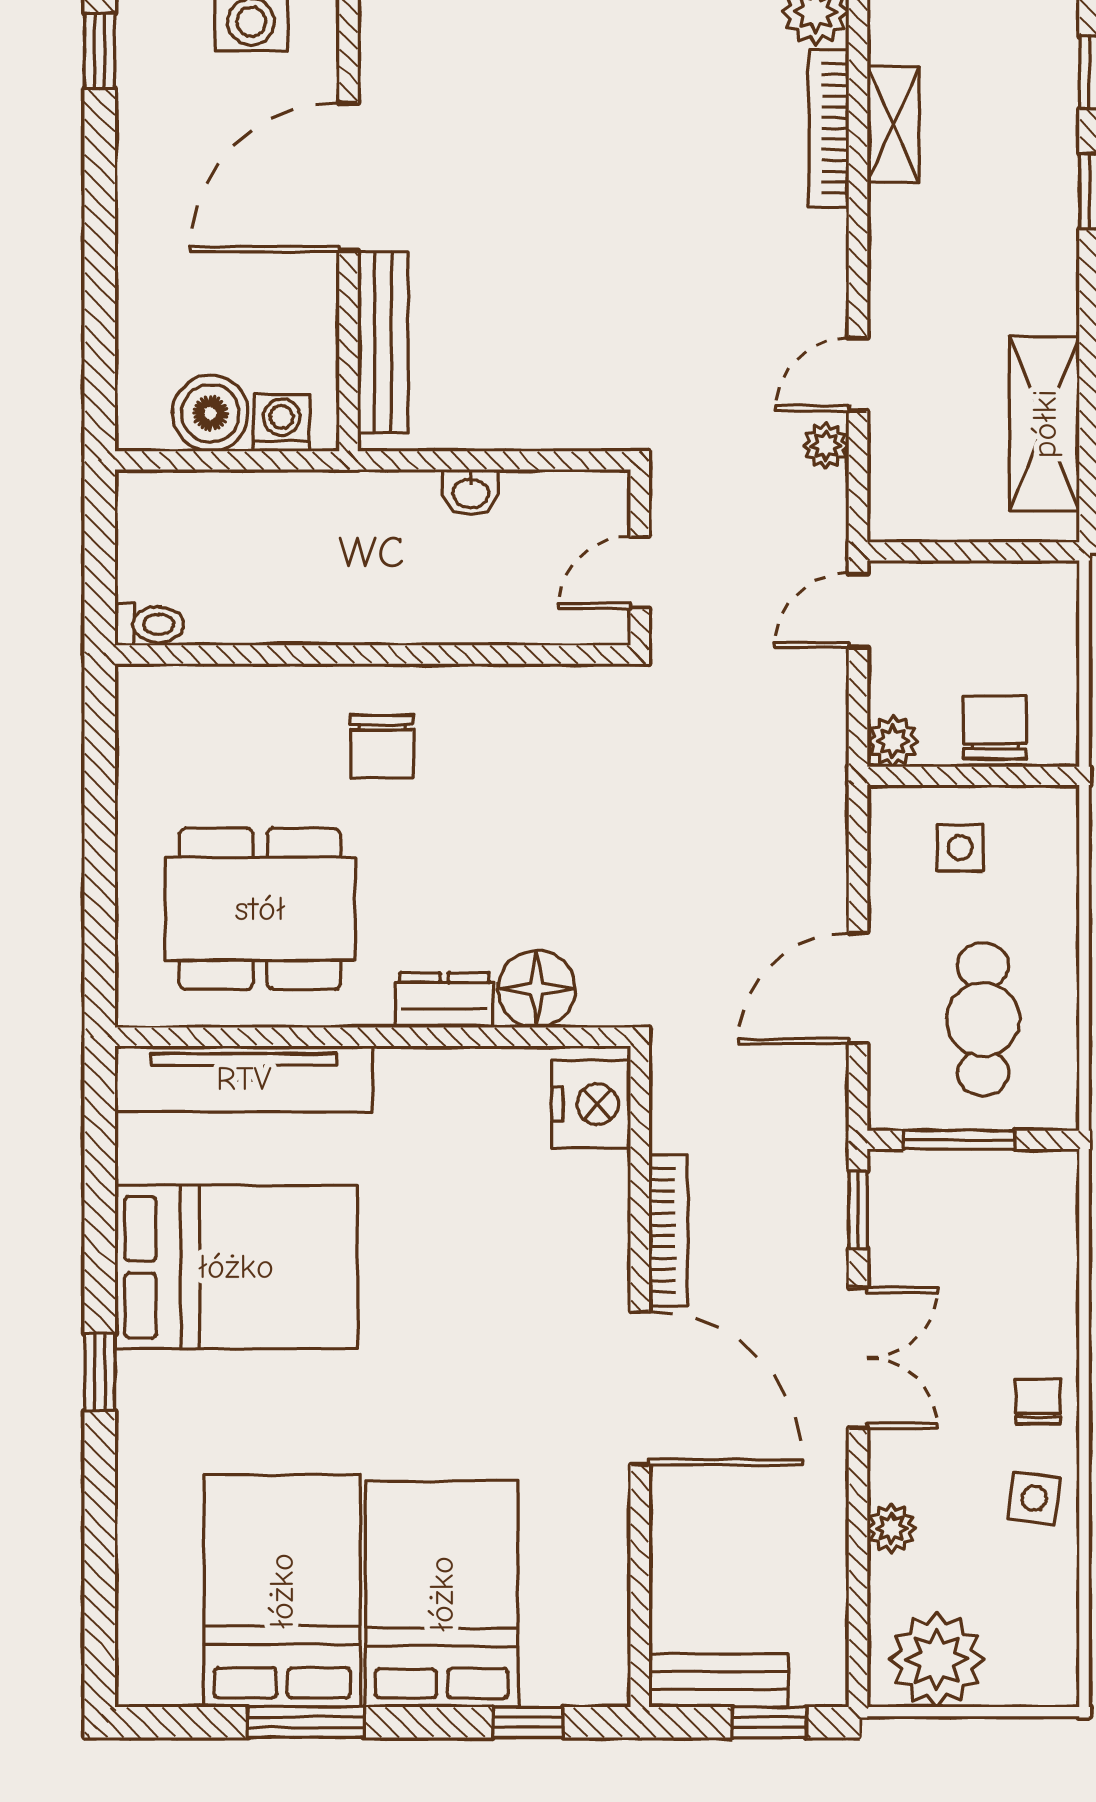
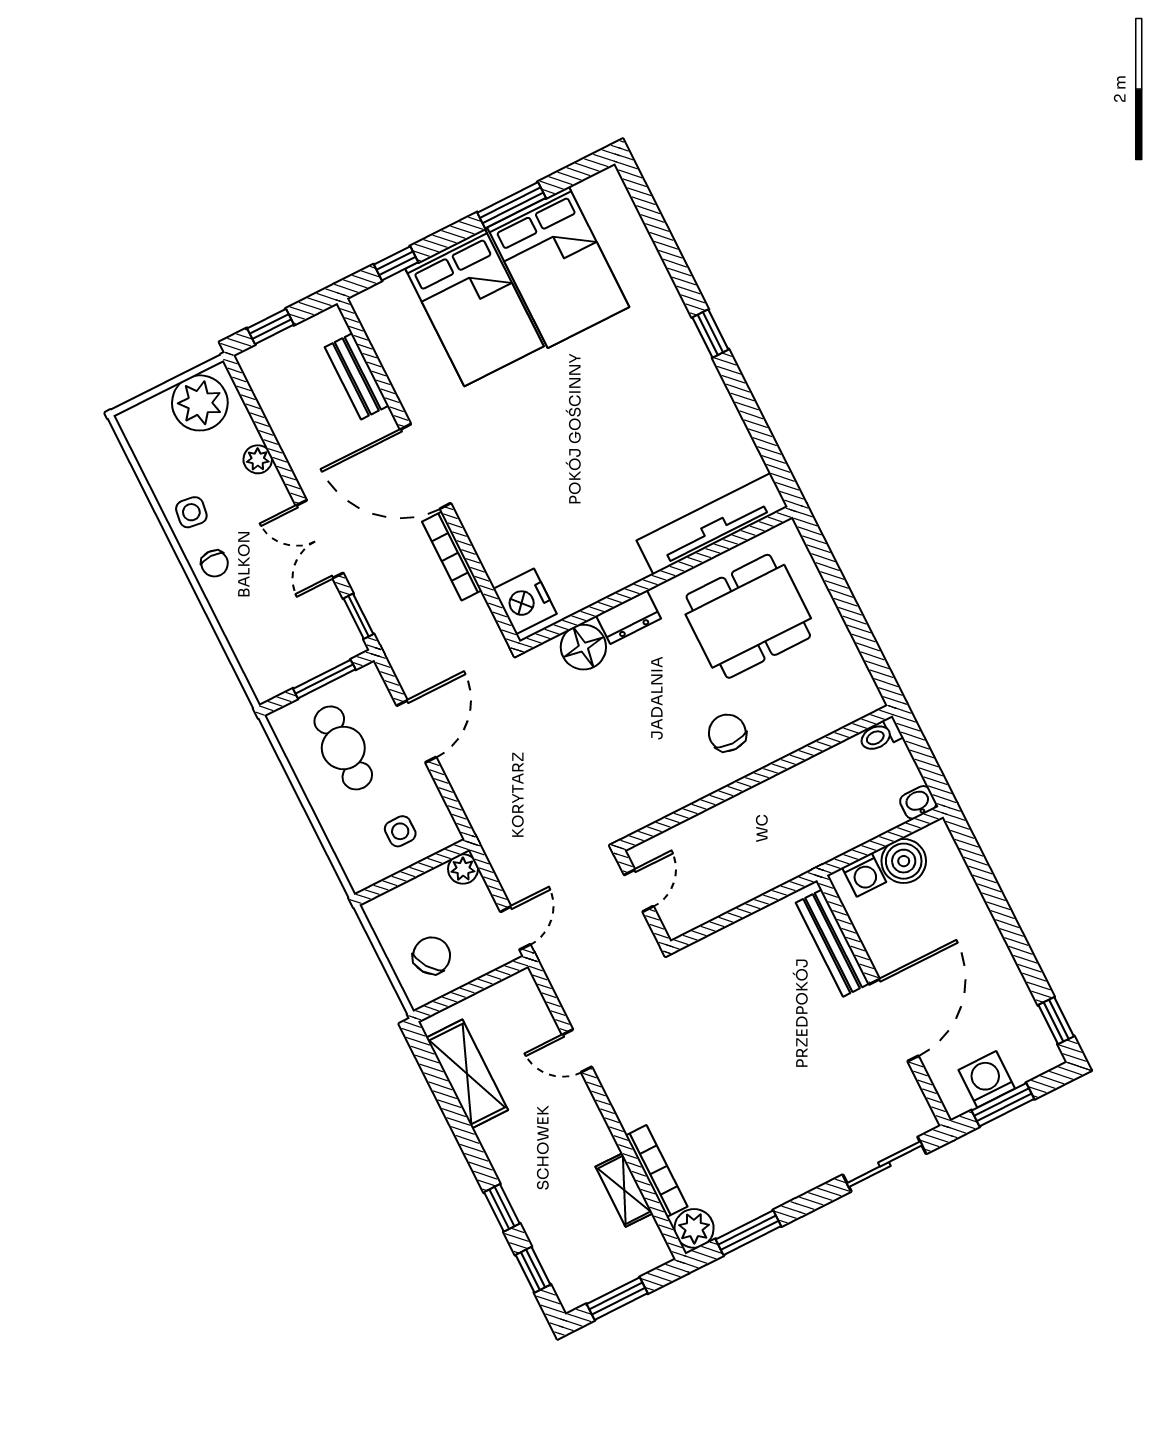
door: (858, 374) -> (577, 1051), swing flipped
plant: (826, 446) -> (575, 1005), removed
washbasin: (471, 492) -> (918, 802), moved
chair: (995, 727) -> (432, 956), moved, turned -125
bed: (236, 1267) -> (667, 424), removed
bench: (719, 1680) -> (357, 376), moved, turned 90

